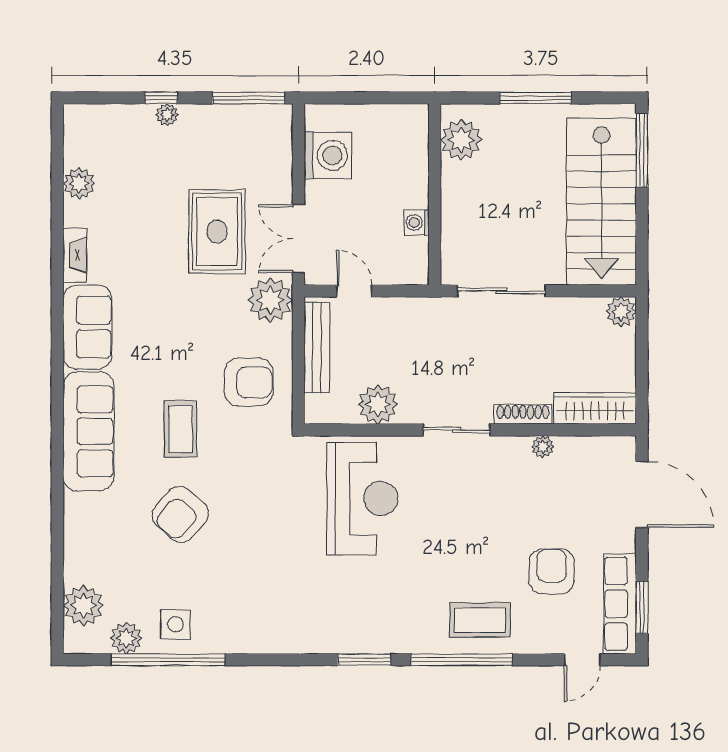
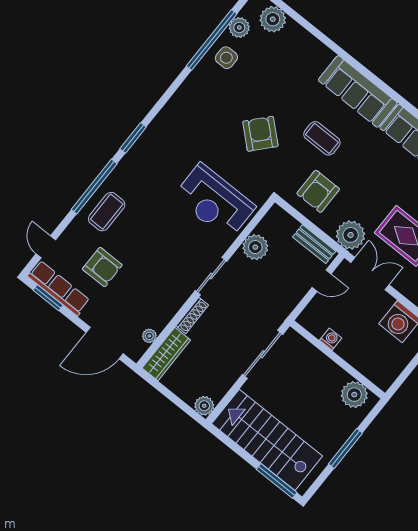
bench: (317, 348) -> (314, 244), width x0.73
plant: (543, 447) -> (149, 336), moved
armchair: (180, 514) -> (260, 134), moved

